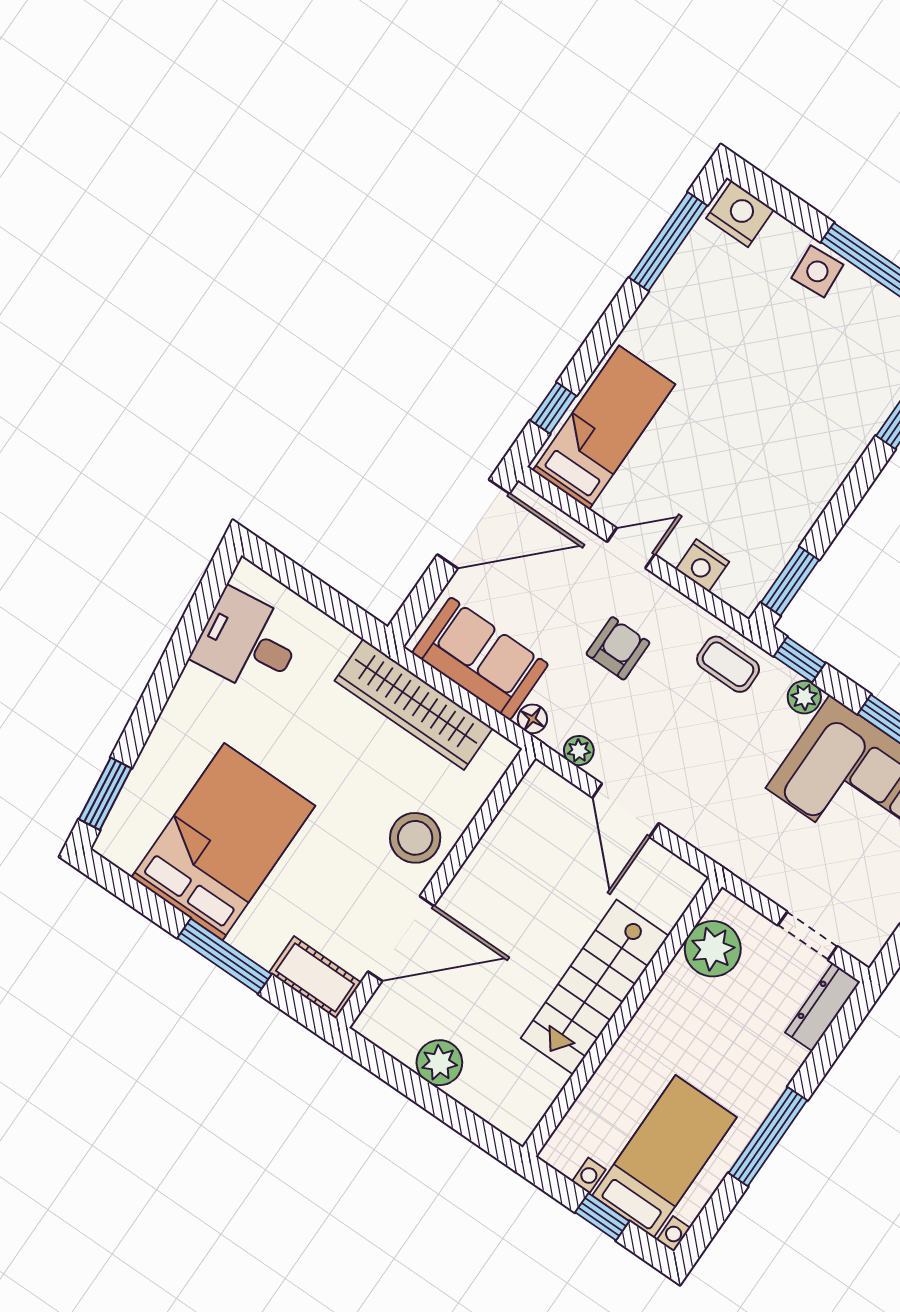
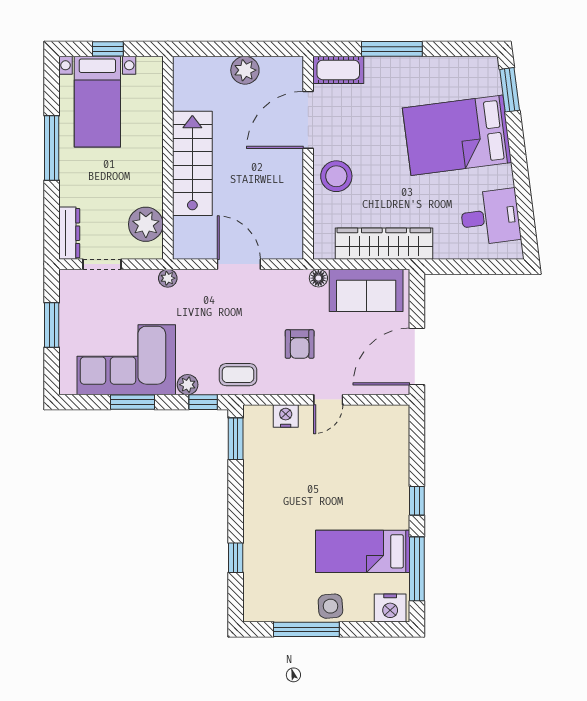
window: (553, 408) -> (417, 501), moved
bed: (604, 427) -> (363, 551), moved, turned 90
plant: (579, 751) -> (168, 278), moved
bed: (223, 842) -> (457, 135), moved, turned 83

